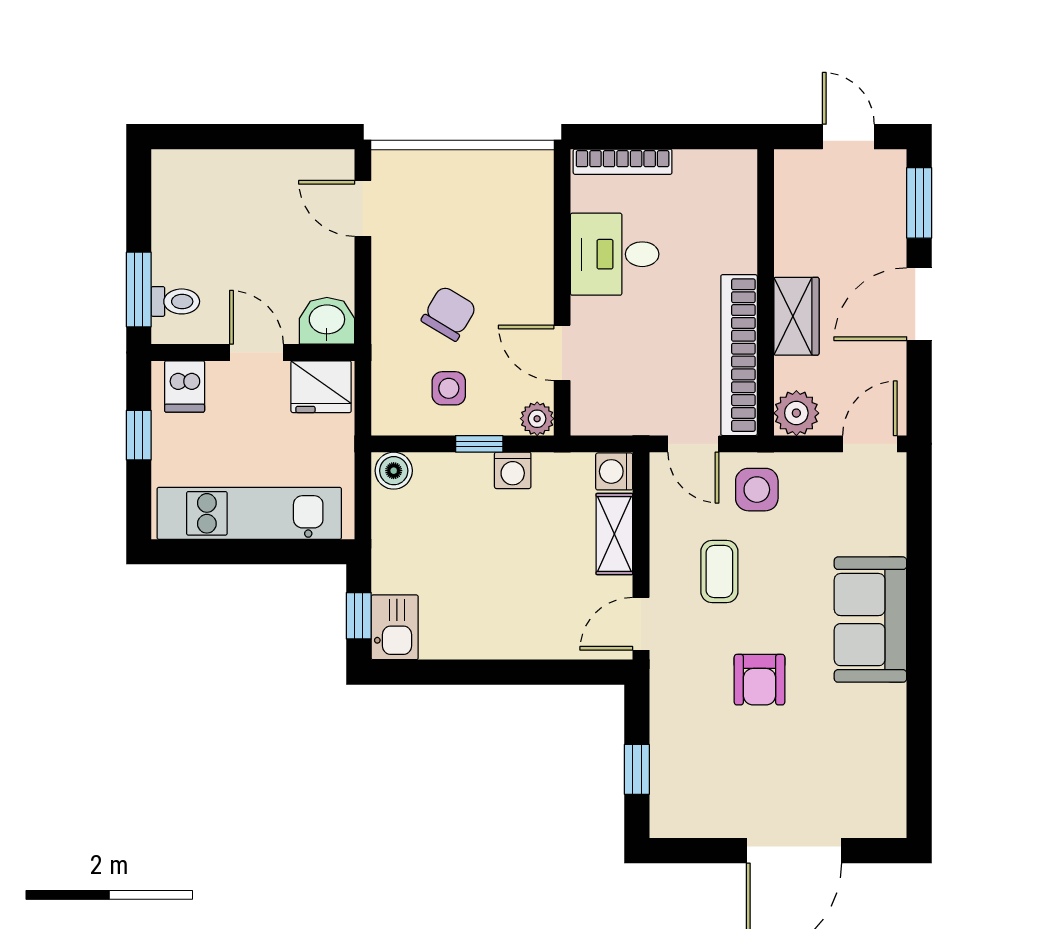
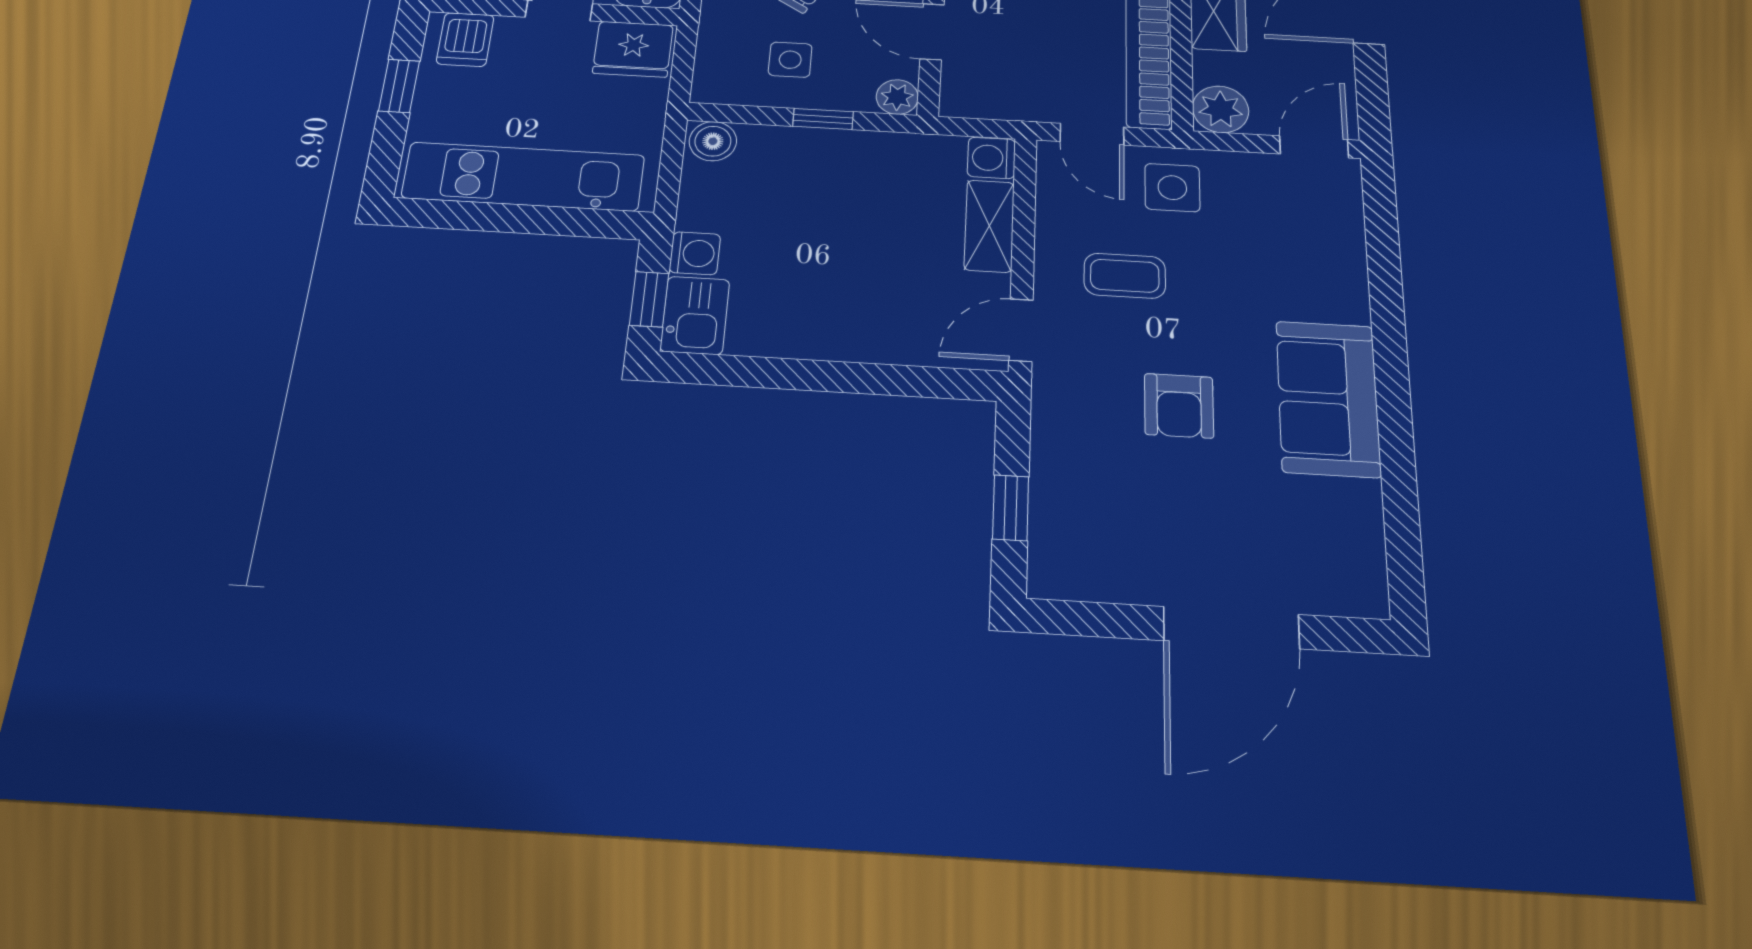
washing machine: (513, 470) -> (695, 253), moved, turned -90
coffee table: (719, 571) -> (1125, 276), turned 90
sofa: (870, 620) -> (1328, 398), moved

